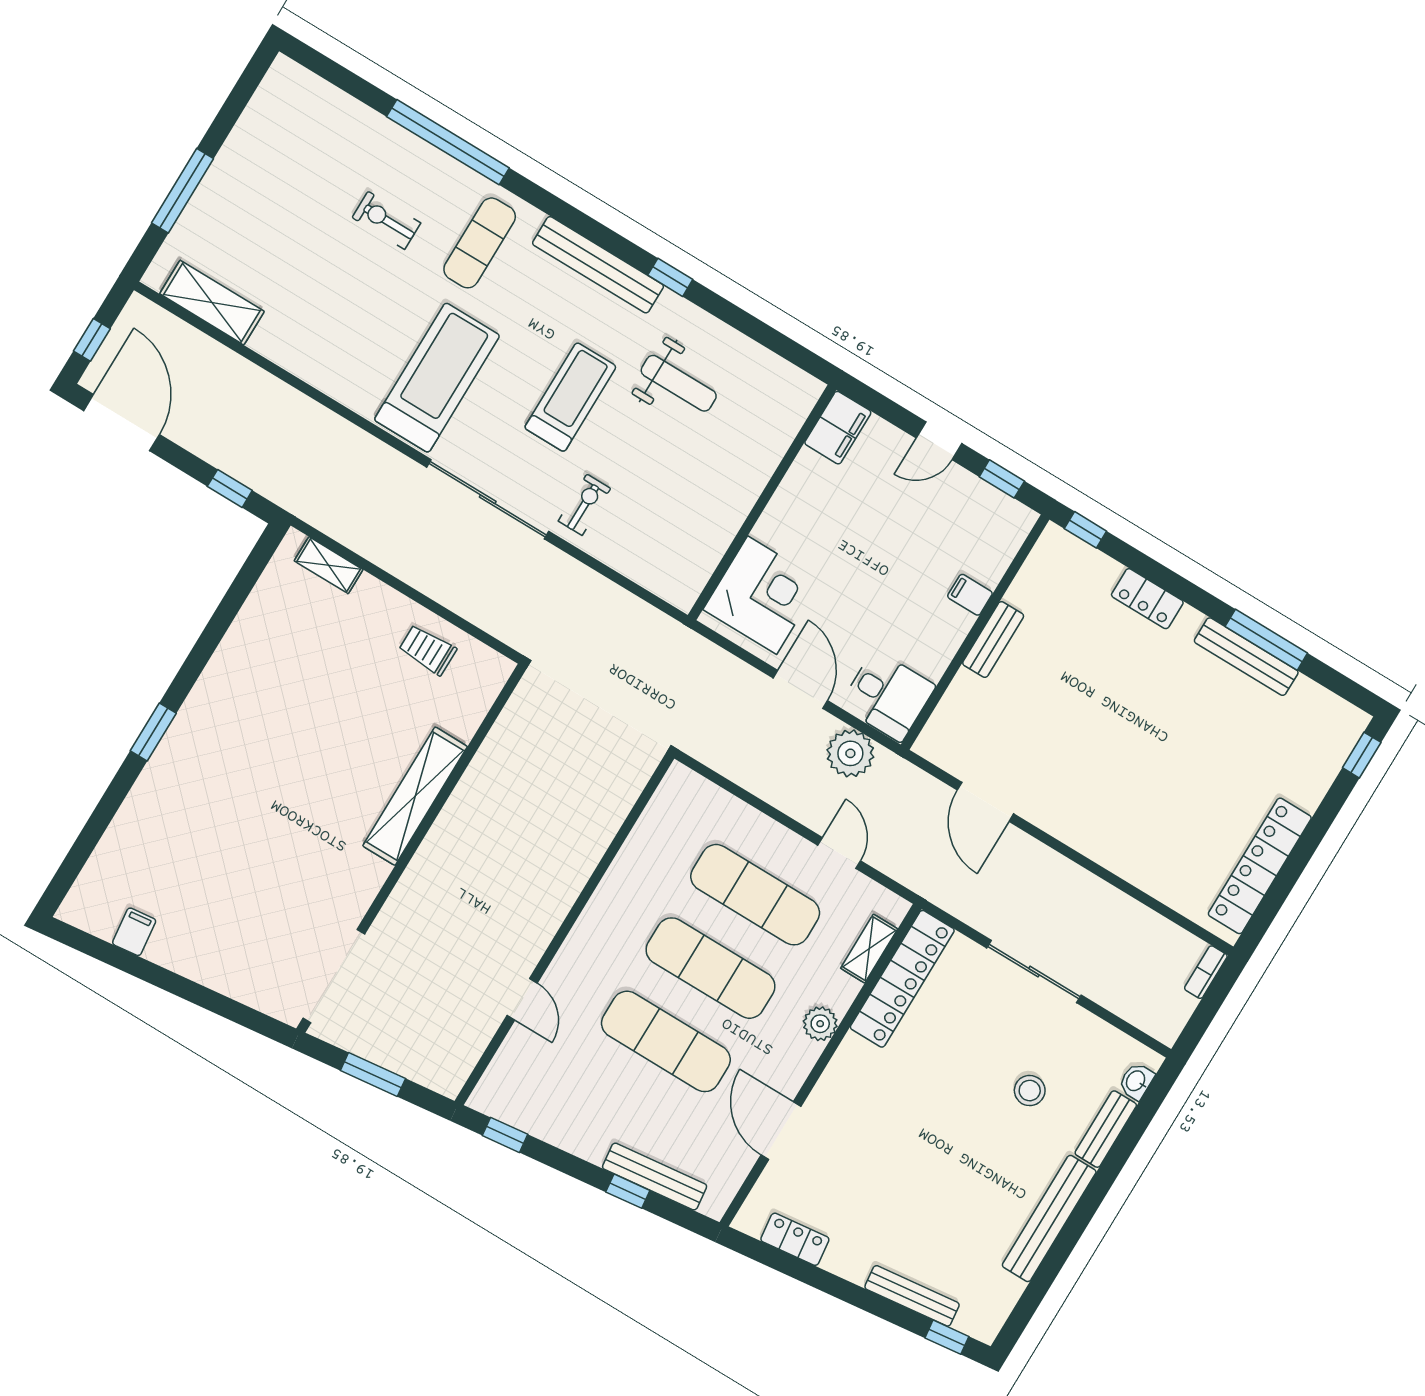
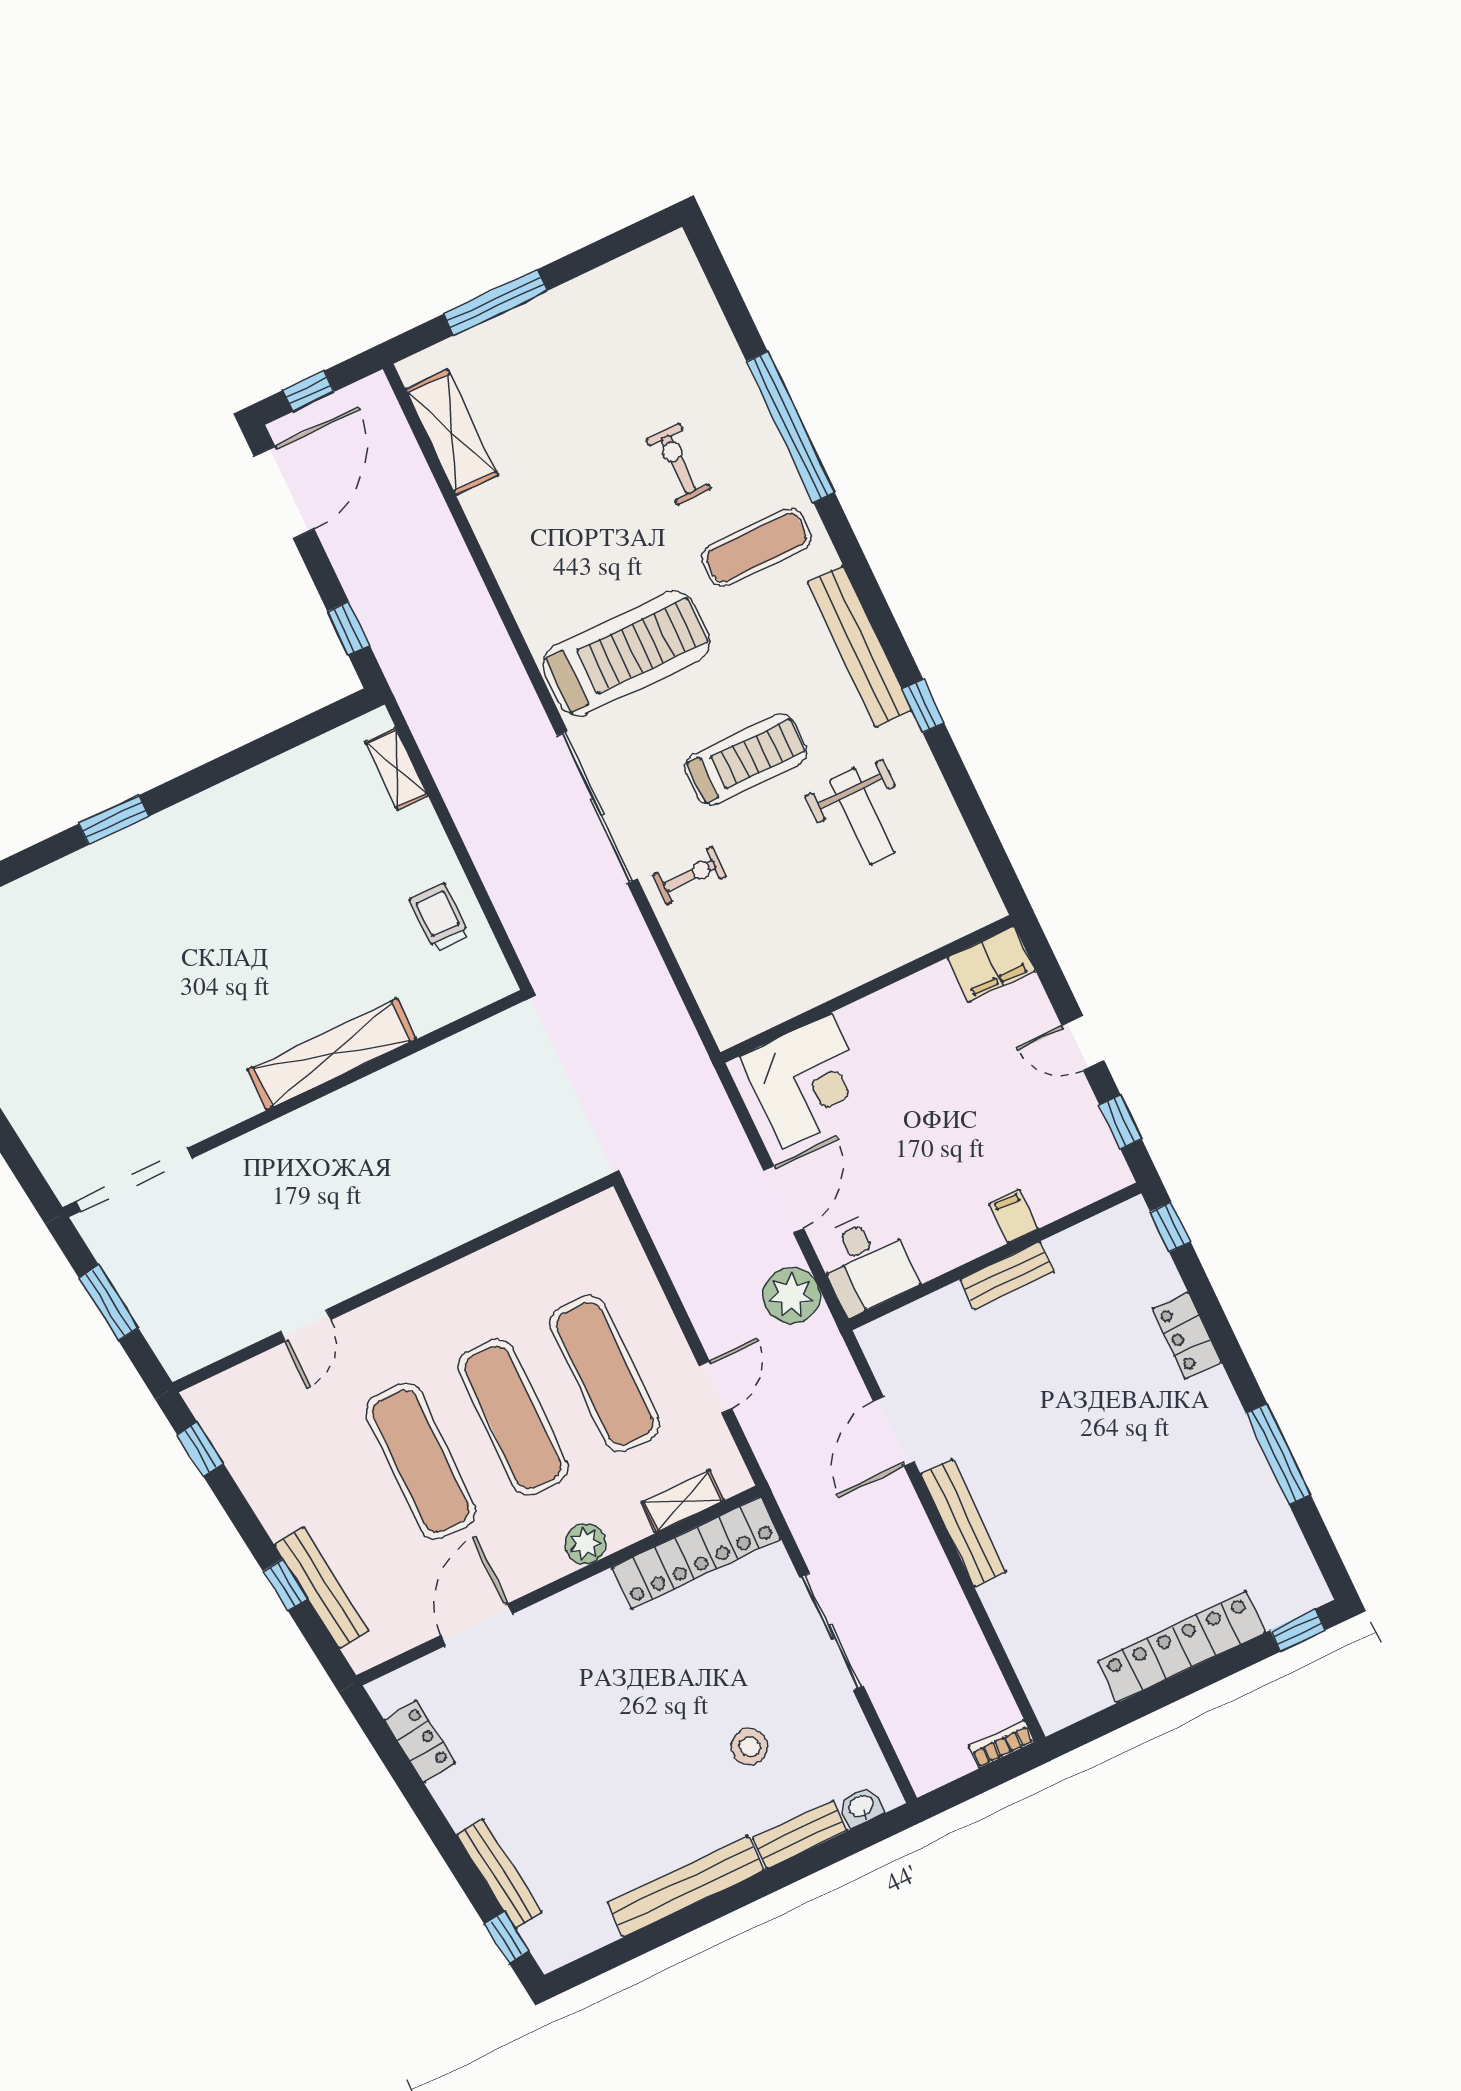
bench: (1246, 657) -> (963, 1523), moved
locker: (1260, 866) -> (1181, 1647), moved

